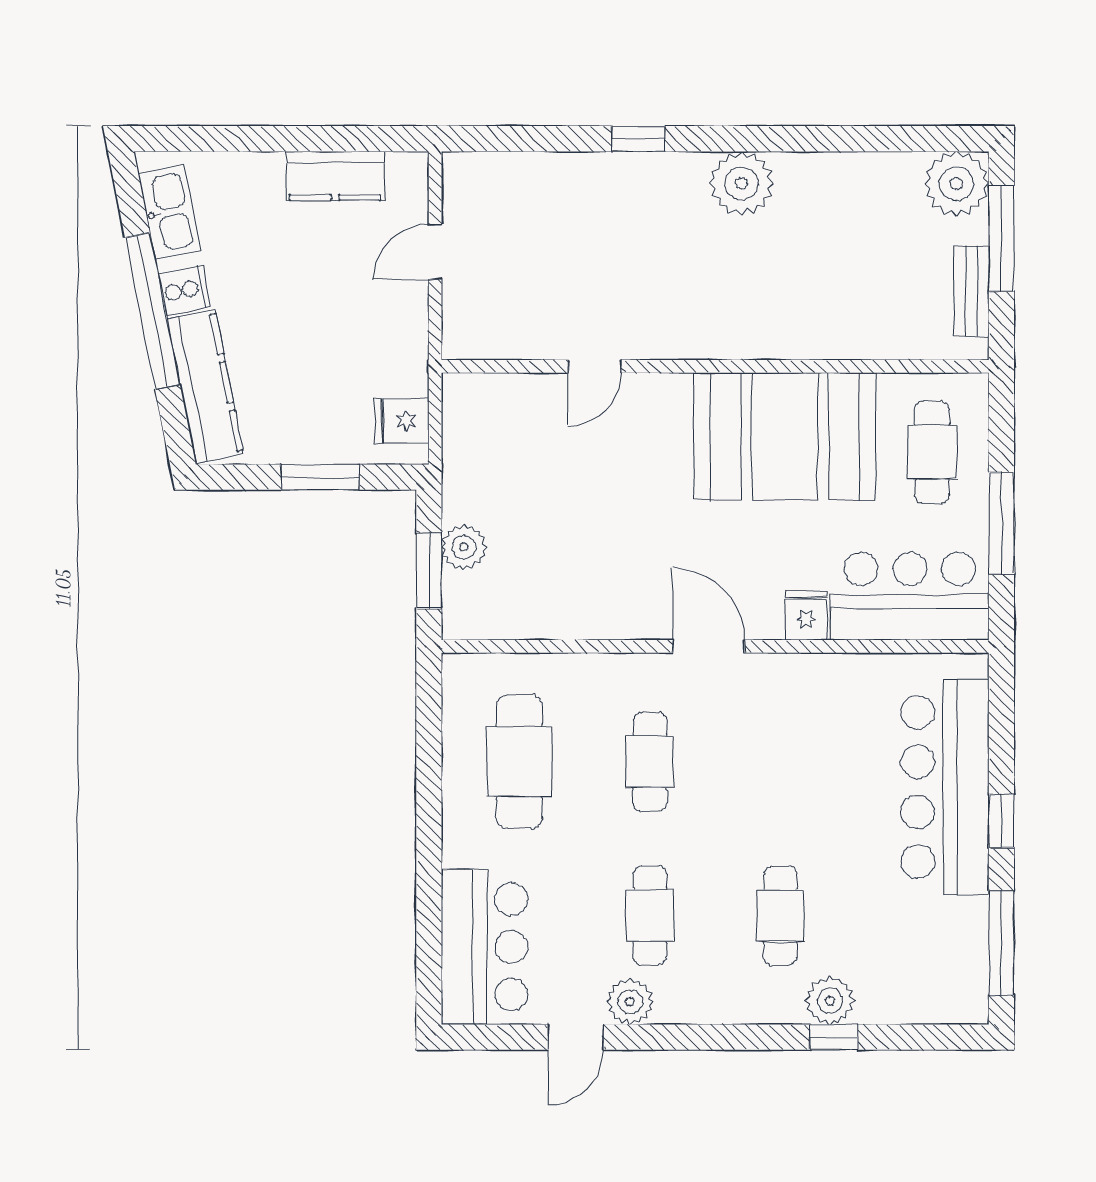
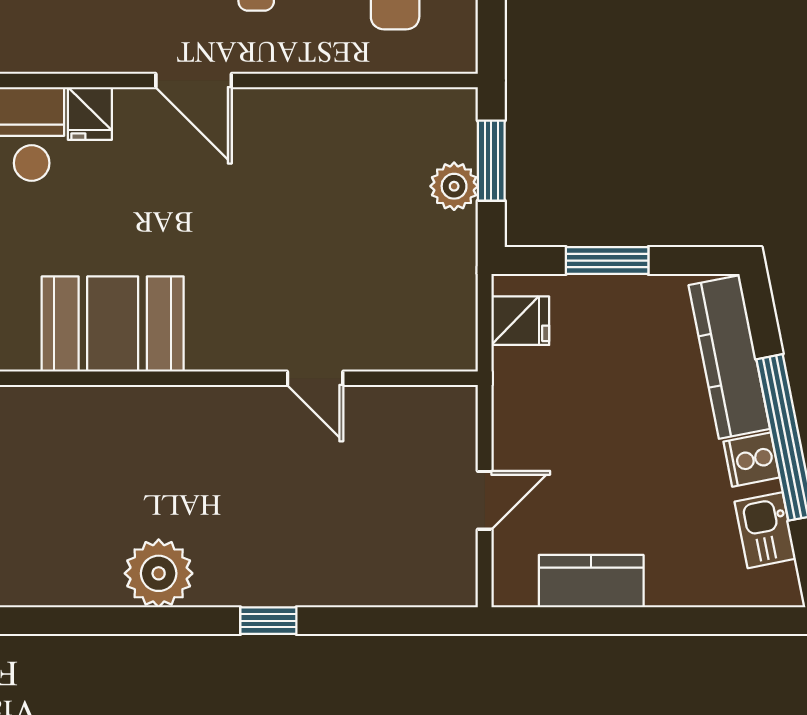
kitchen sink: (169, 212) -> (765, 530), width x0.73
door: (595, 366) -> (315, 378), swing flipped
booth: (785, 436) -> (113, 324), width x0.73, depth x0.70

